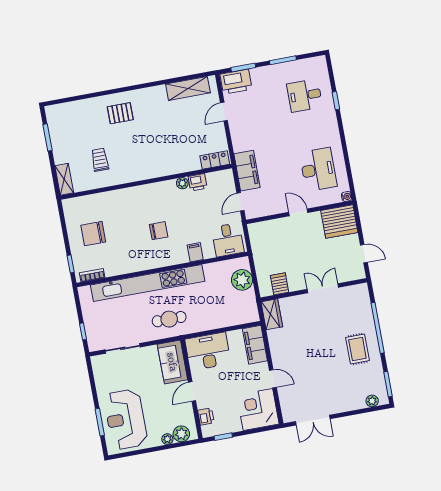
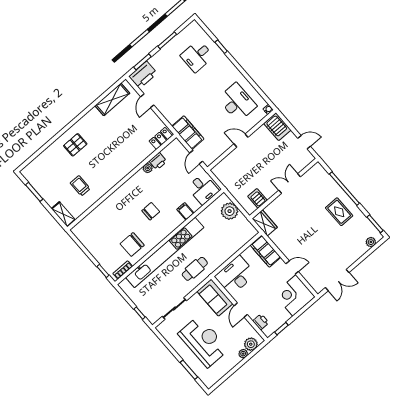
server rack: (339, 221) -> (277, 127), width x0.62
chair: (93, 234) -> (132, 244), moved
reception desk: (126, 419) -> (204, 341), moved, turned 180

